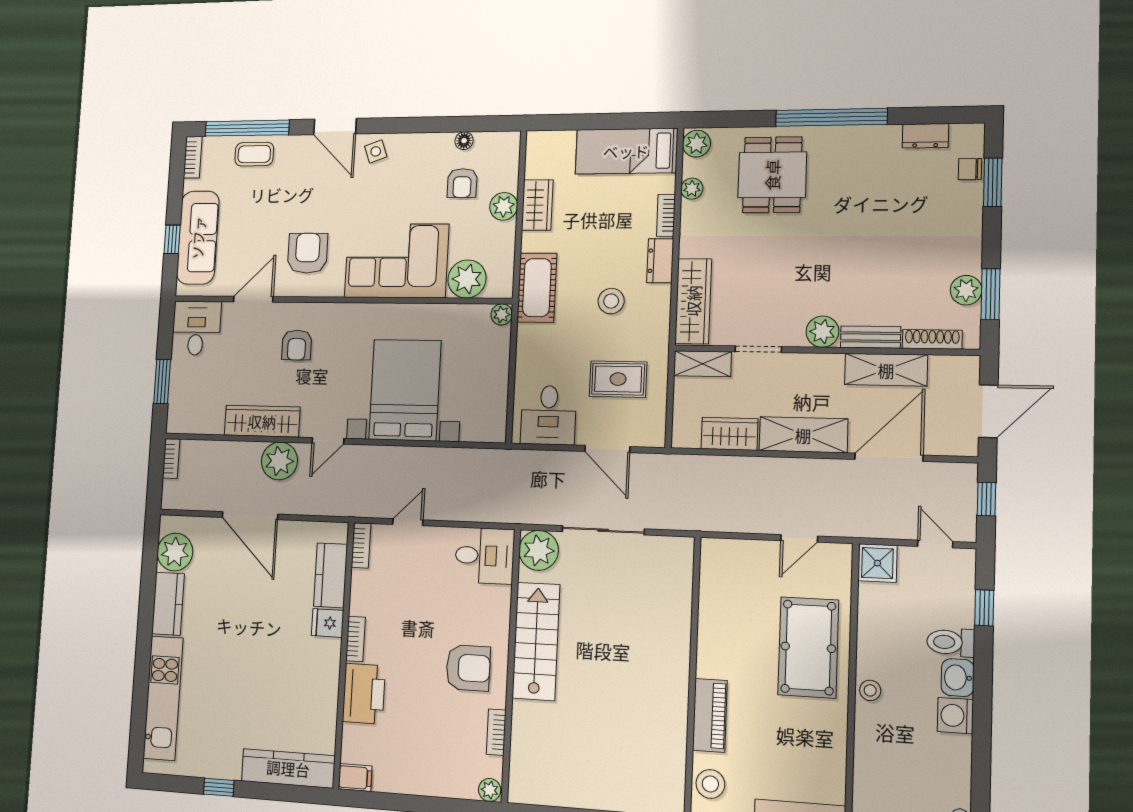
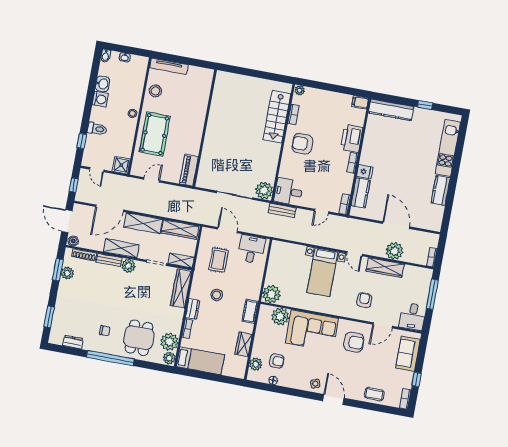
window: (247, 128) -> (376, 407), removed
chair: (970, 169) -> (105, 331), moved
armchair: (462, 183) -> (277, 361), turned 90
plant: (692, 189) -> (169, 342), width x1.87, depth x1.87
plant: (504, 206) -> (256, 364), moved
sofa: (198, 238) -> (408, 354), width x0.73
window: (172, 239) -> (417, 380), moved
armchair: (308, 253) -> (354, 342), turned -90
cot: (537, 288) -> (250, 311), width x0.73, depth x0.75
plant: (502, 314) -> (271, 294), width x1.88, depth x1.88
boiler: (965, 367) -> (73, 241), added
shelving: (886, 370) -> (121, 248), moved
rug: (618, 379) -> (218, 260), turned 90
window: (162, 381) -> (432, 294), width x1.44
bed with nightstands: (405, 390) -> (322, 272), width x0.73
door: (988, 411) -> (67, 221), hinge flipped
wardrobe: (729, 434) -> (180, 230), width x1.50
door: (328, 441) -> (355, 254), swing flipped
plant: (279, 461) -> (394, 251), moved
bench: (493, 512) -> (282, 210), added
plant: (175, 552) -> (435, 214), removed
stairs: (536, 641) -> (277, 117), moved
washbasin: (958, 678) -> (102, 84), moved
piano: (710, 715) -> (189, 170), moved
stool: (710, 784) -> (155, 91), moved

